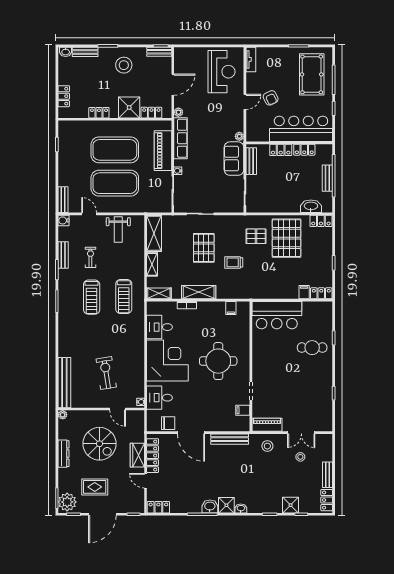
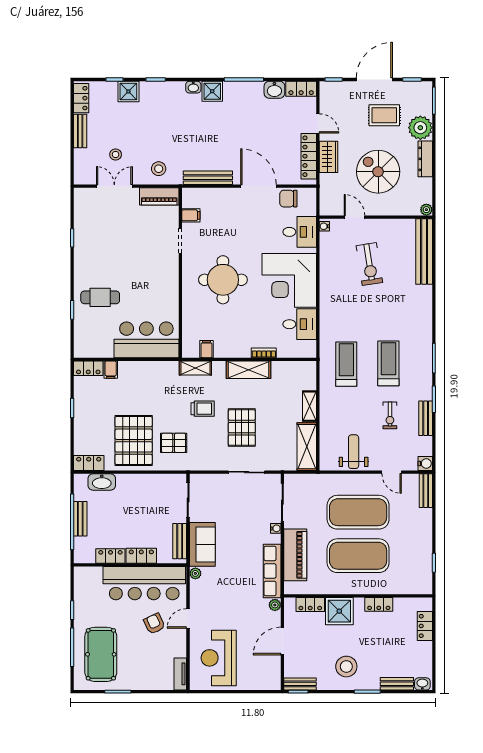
bar counter: (301, 129) -> (144, 583), moved
shelving: (159, 293) -> (195, 368), moved
plant: (67, 502) -> (420, 128), moved
washbasin: (210, 506) -> (274, 90), moved

